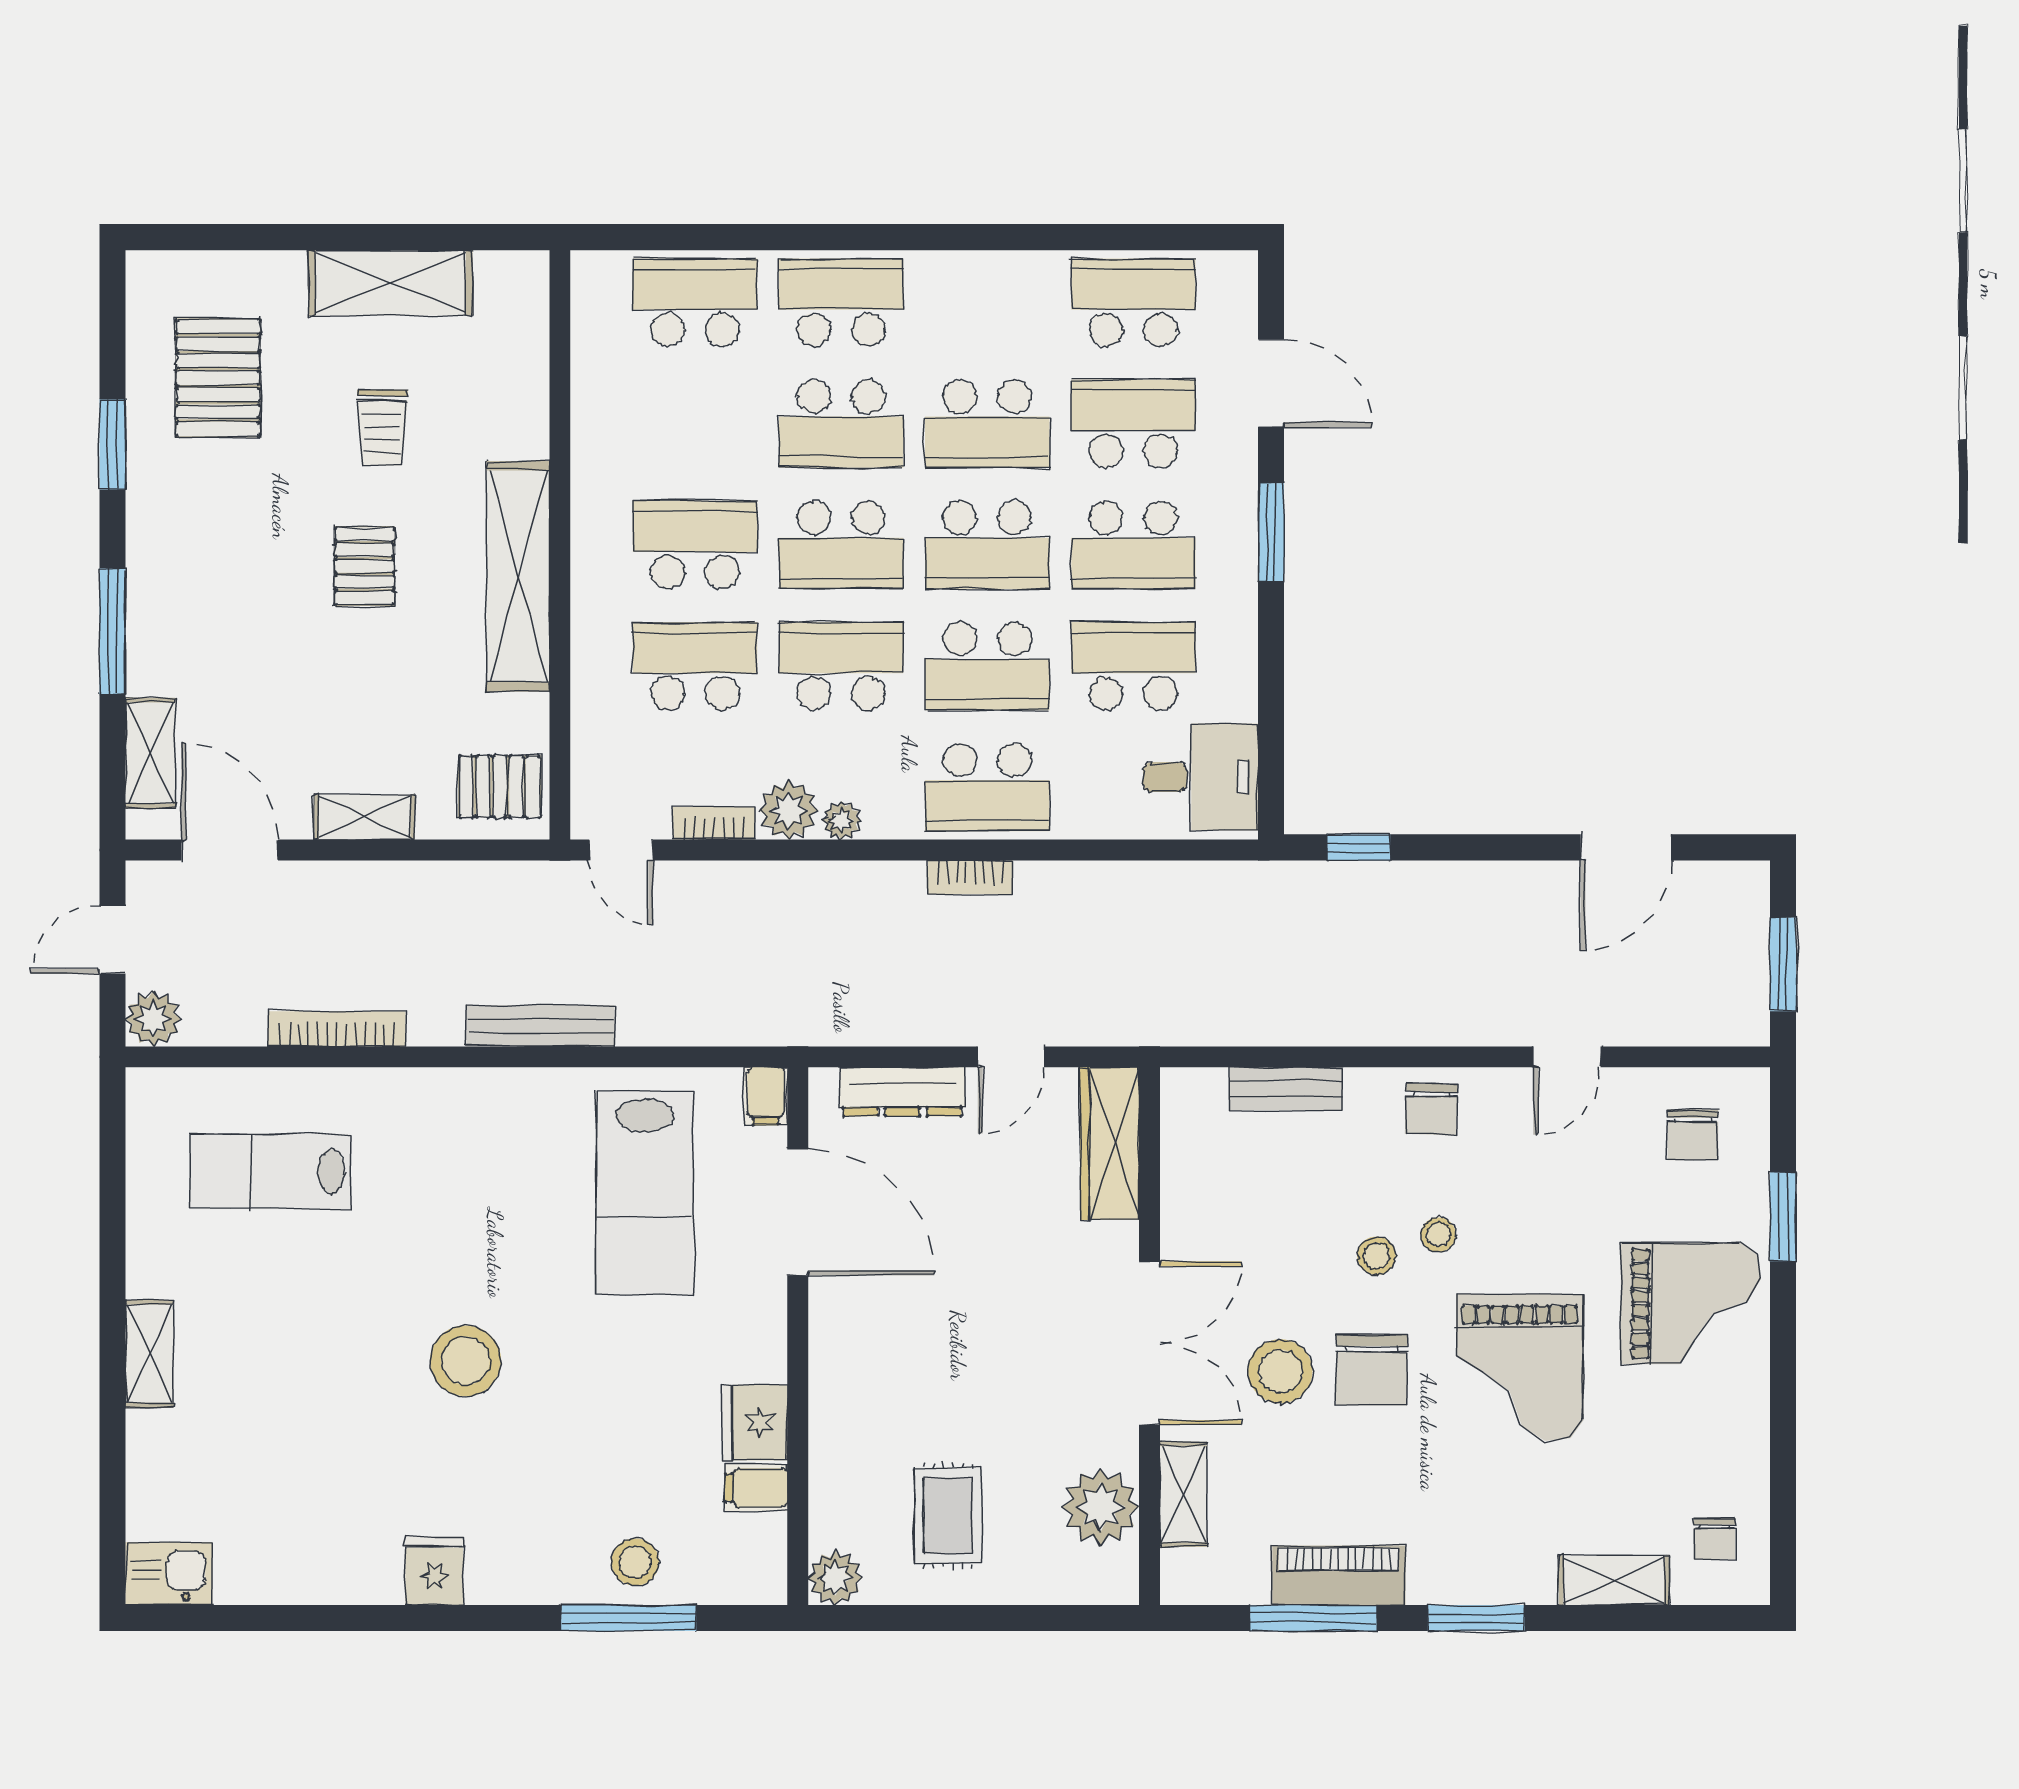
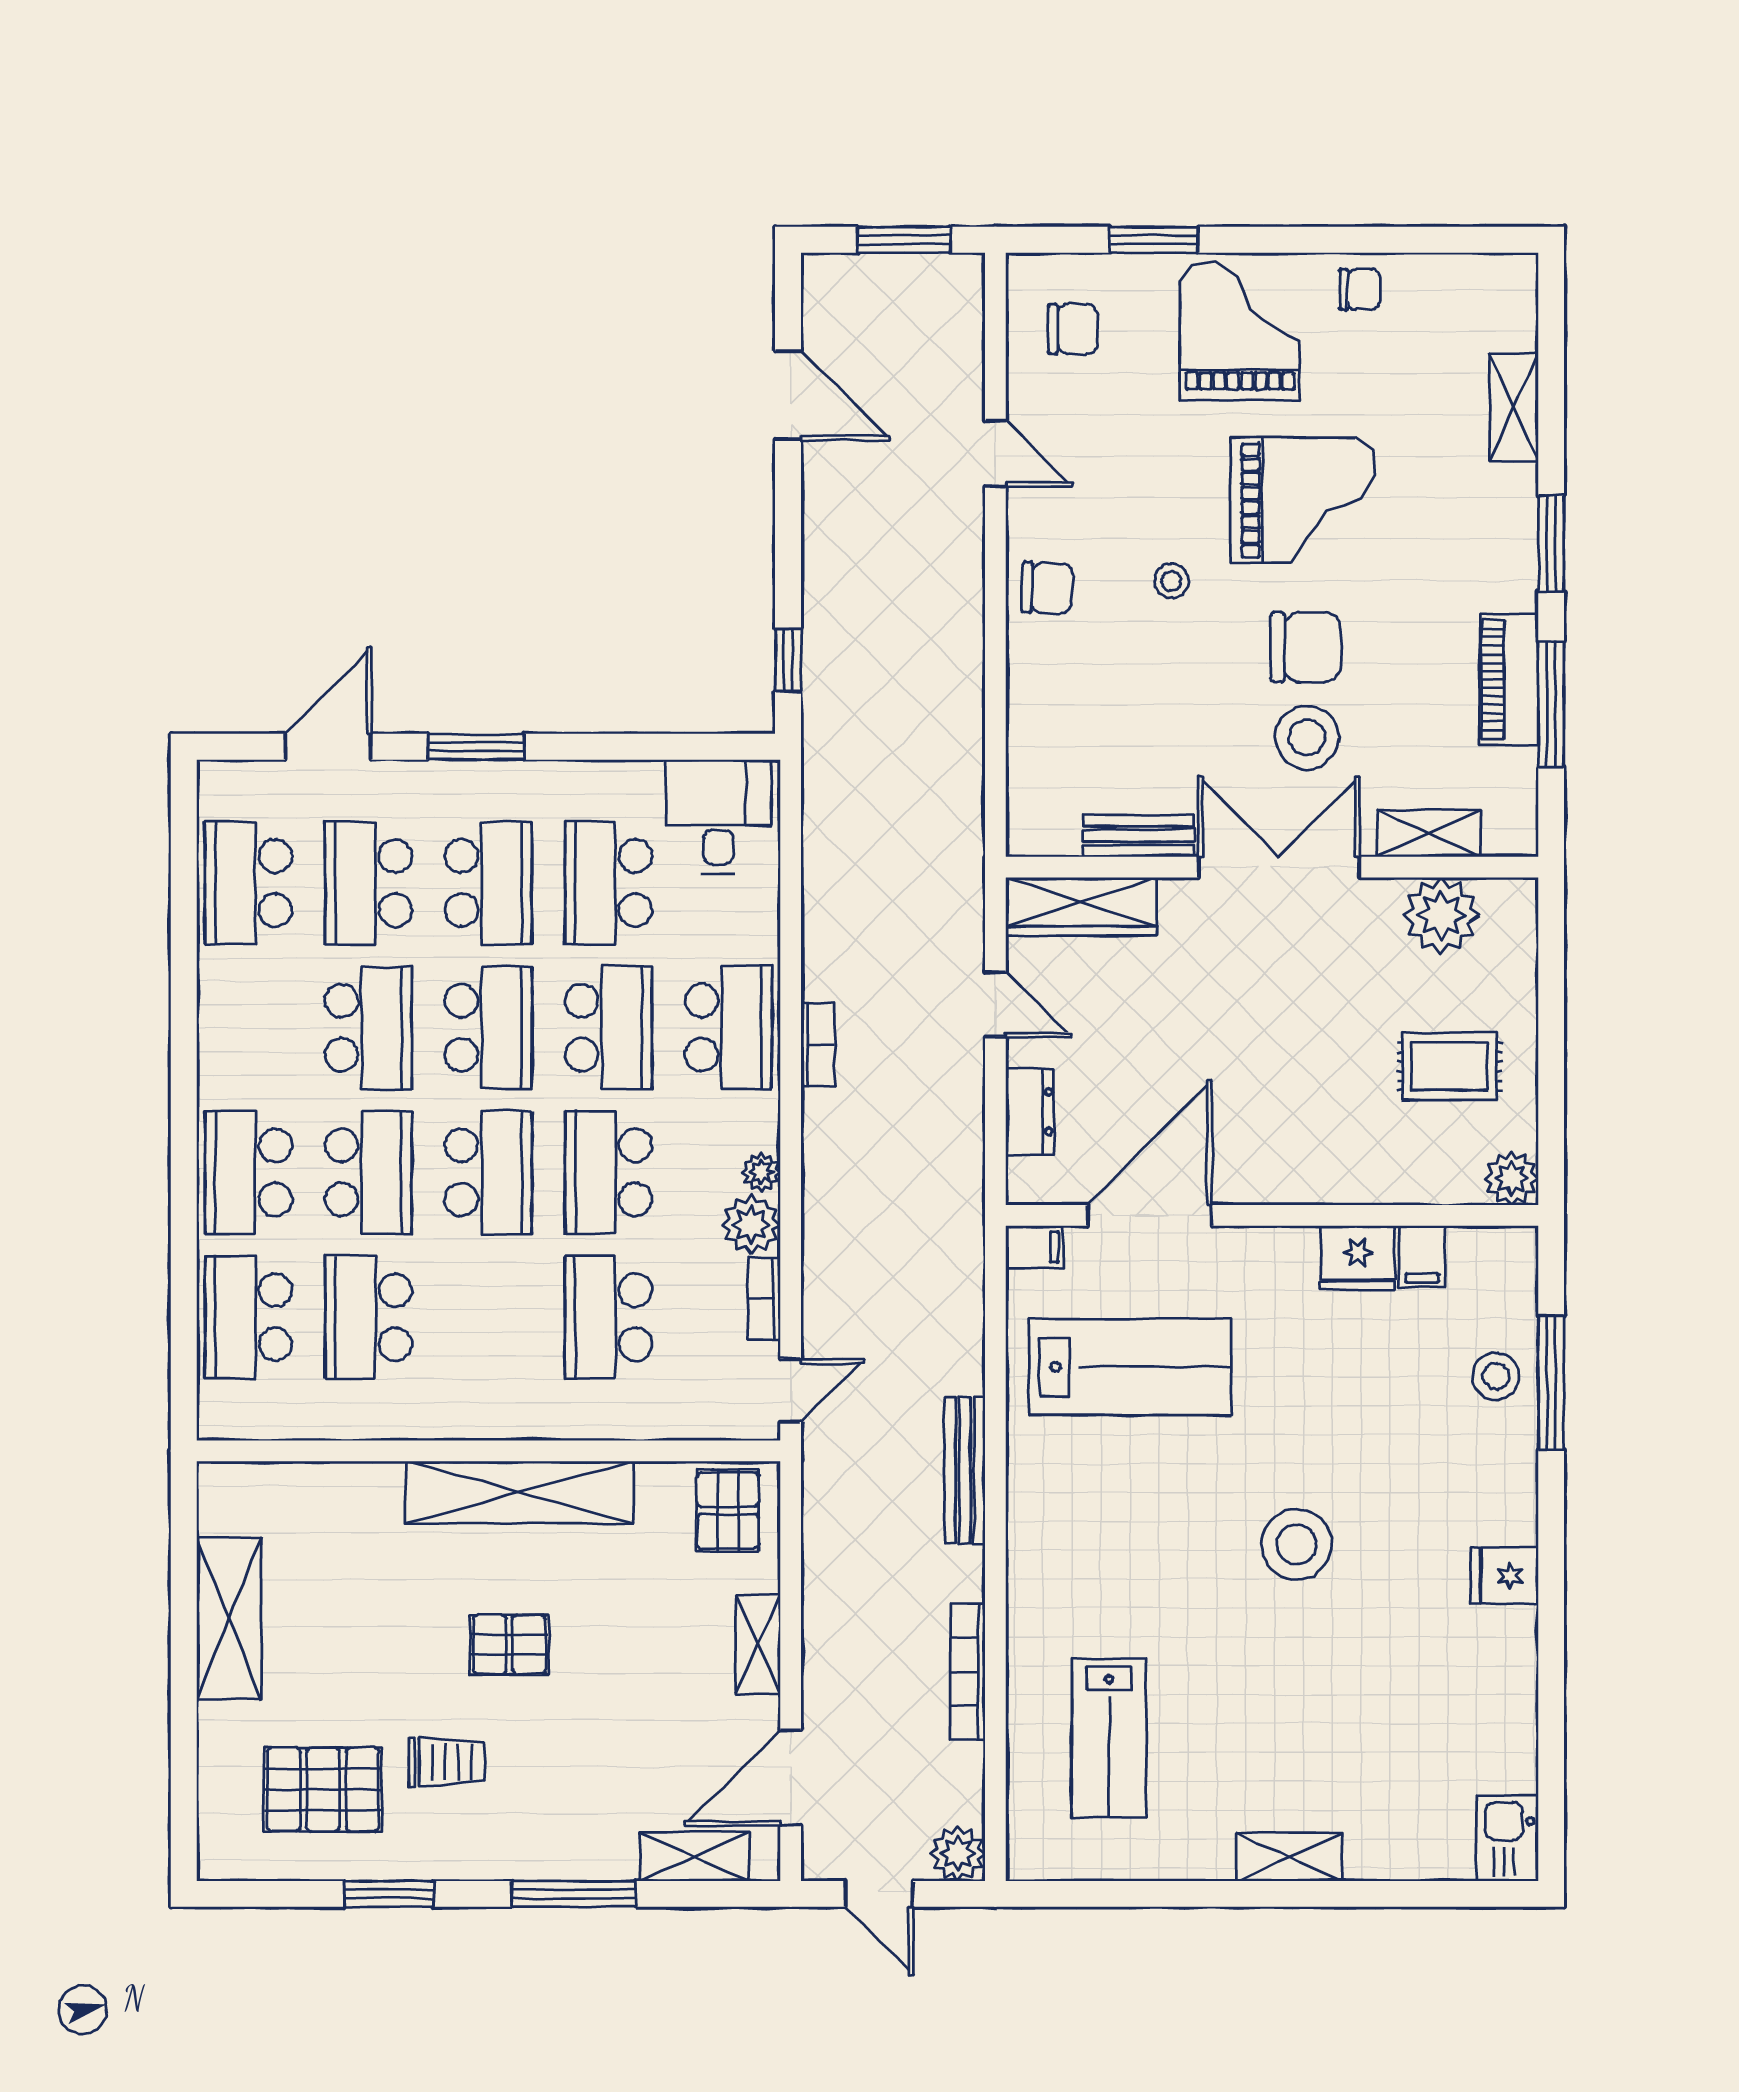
trolley: (382, 428) -> (447, 1762), moved
school desk: (695, 545) -> (368, 1317), moved
bench: (1286, 1089) -> (1138, 836), moved, turned 90
dresser: (902, 1092) -> (1030, 1112), width x0.70
stool: (1376, 1256) -> (1192, 642), removed
chair: (1714, 1539) -> (1360, 289), moved

